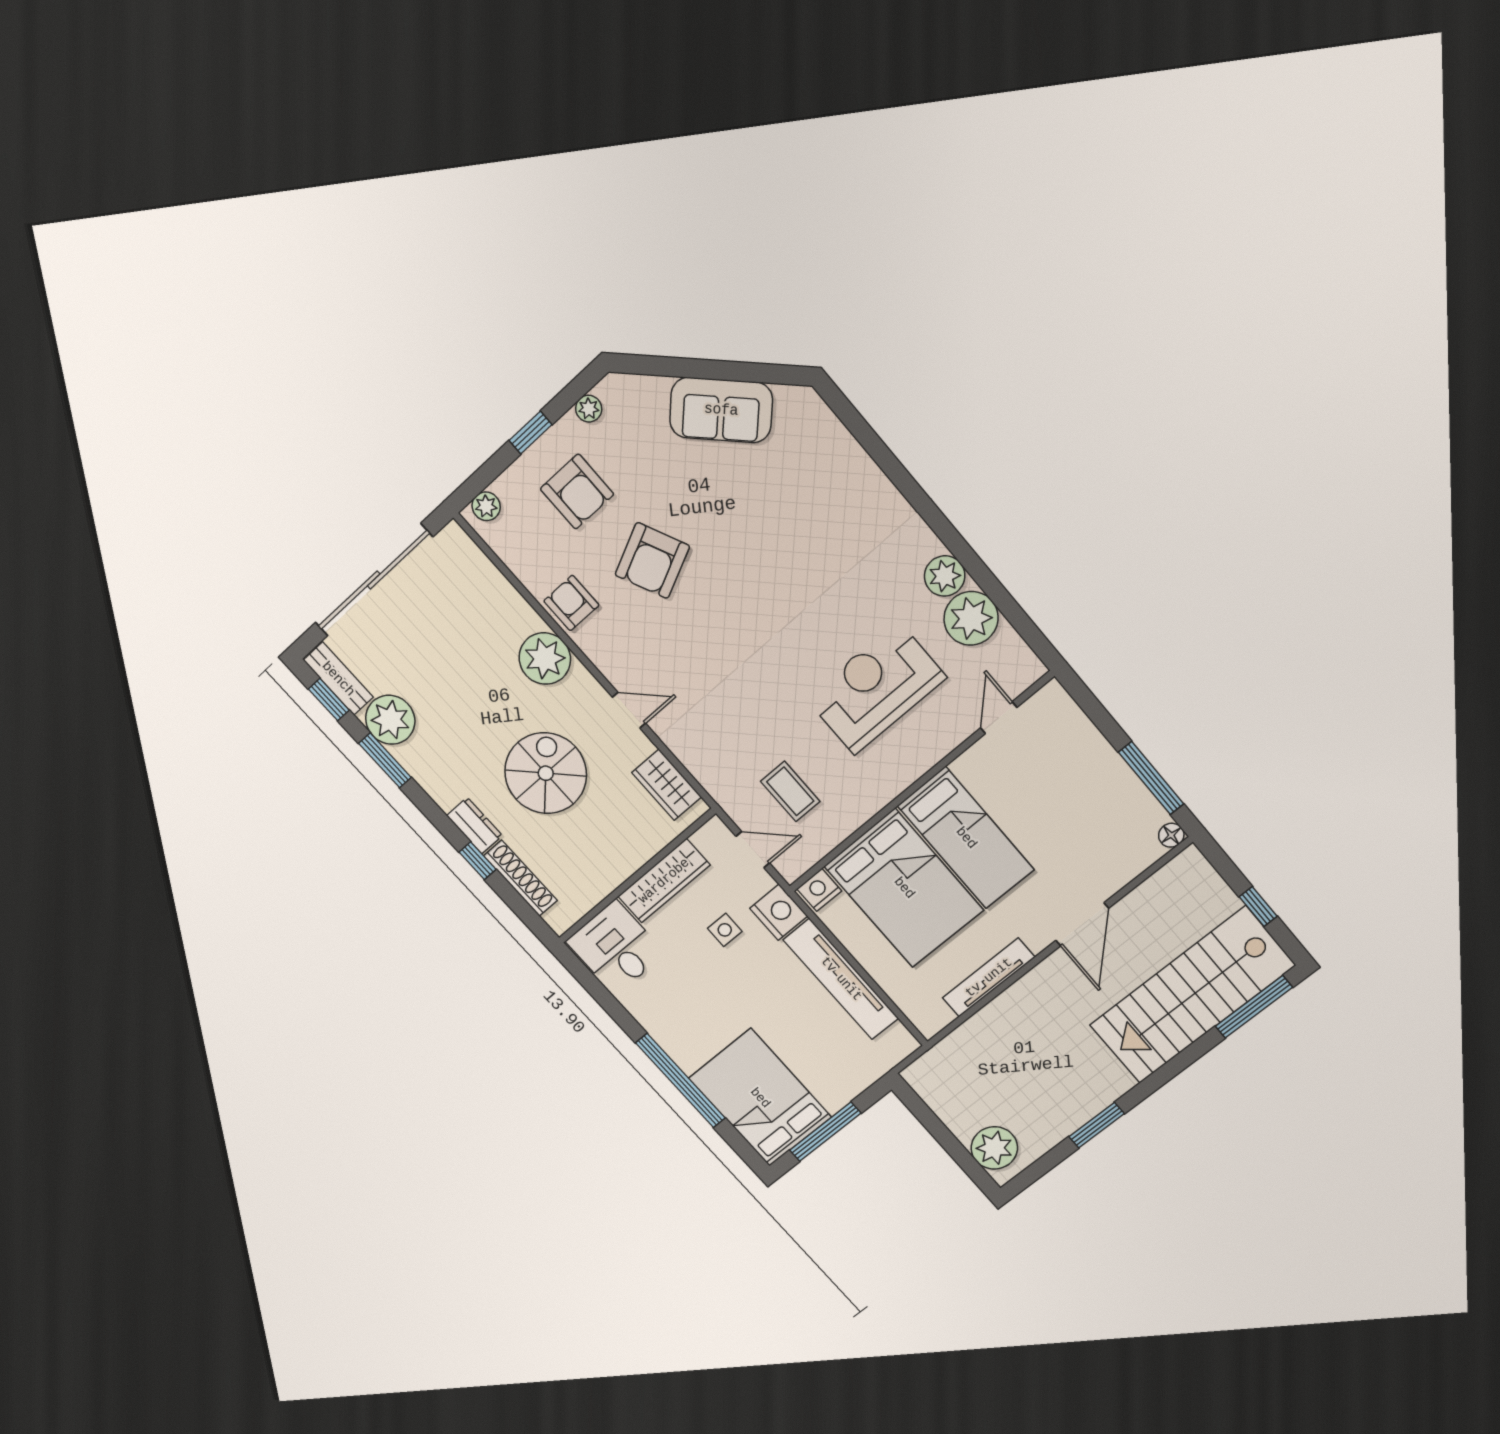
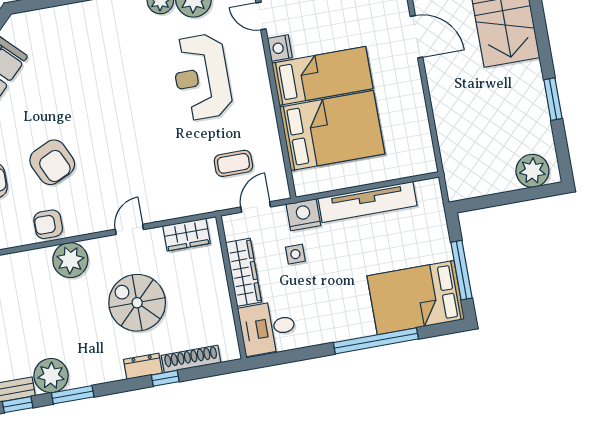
nightstand: (819, 890) -> (280, 48), moved
tv unit: (989, 978) -> (418, 112), removed

